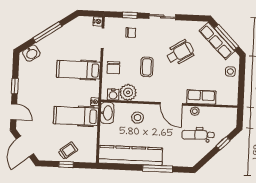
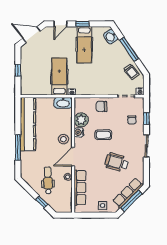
wheelchair: (180, 53) -> (117, 162), turned 138
hospital bed: (78, 70) -> (84, 45), moved, turned 180
water cooler: (113, 95) -> (79, 132), moved
row of seats: (201, 97) -> (80, 188), width x1.48
stool: (138, 118) -> (63, 139), moved
trolley: (68, 151) -> (131, 72), moved

